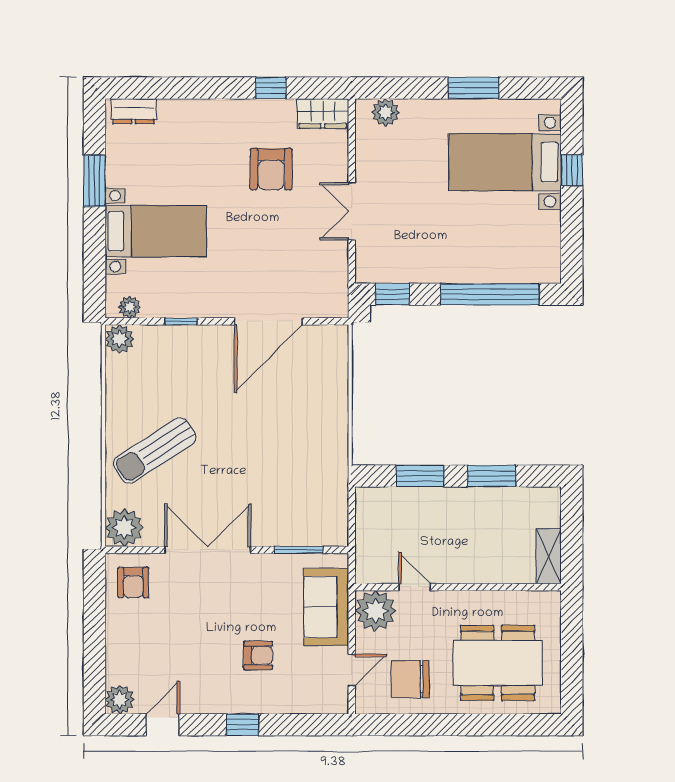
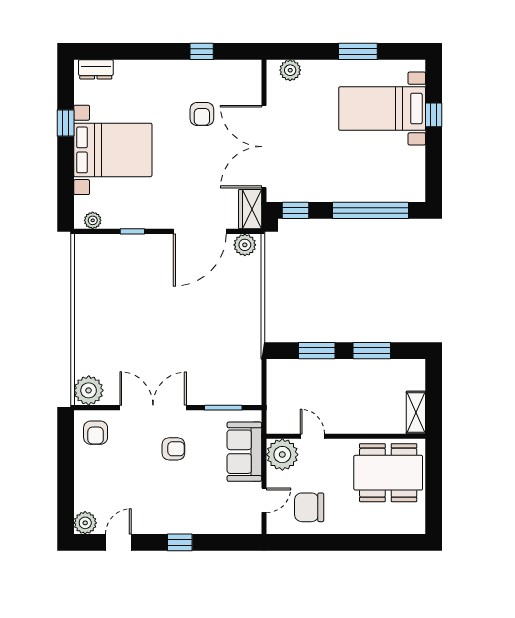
wardrobe: (323, 113) -> (250, 209), moved, turned 90
armchair: (271, 169) -> (202, 114), width x0.72, depth x0.72
window: (94, 181) -> (66, 123), width x0.67
double door: (352, 211) -> (264, 147), width x1.87
bed with nightstands: (156, 231) -> (113, 150), width x1.36
plant: (119, 339) -> (245, 245), moved
sun lounger: (155, 451) -> (112, 331), removed
armchair: (258, 656) -> (173, 449), moved
dining table: (498, 663) -> (388, 473), moved

